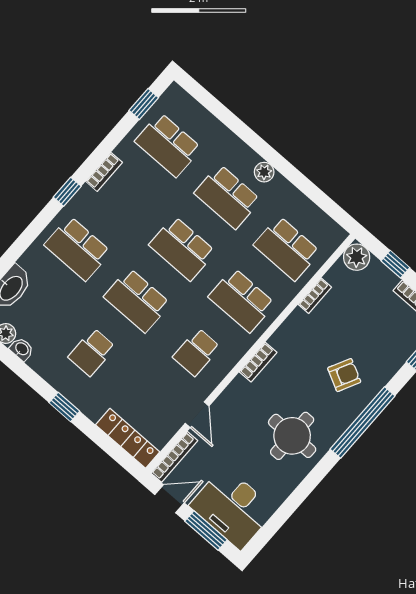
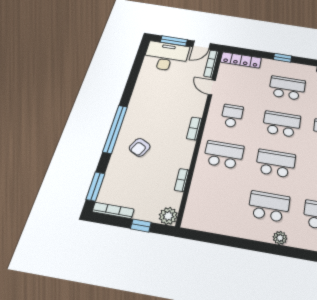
plant: (264, 172) -> (280, 238), moved
school desk: (287, 248) -> (215, 197), removed
school desk: (92, 352) -> (287, 88), width x1.85
round table: (292, 436) -> (153, 103), removed

